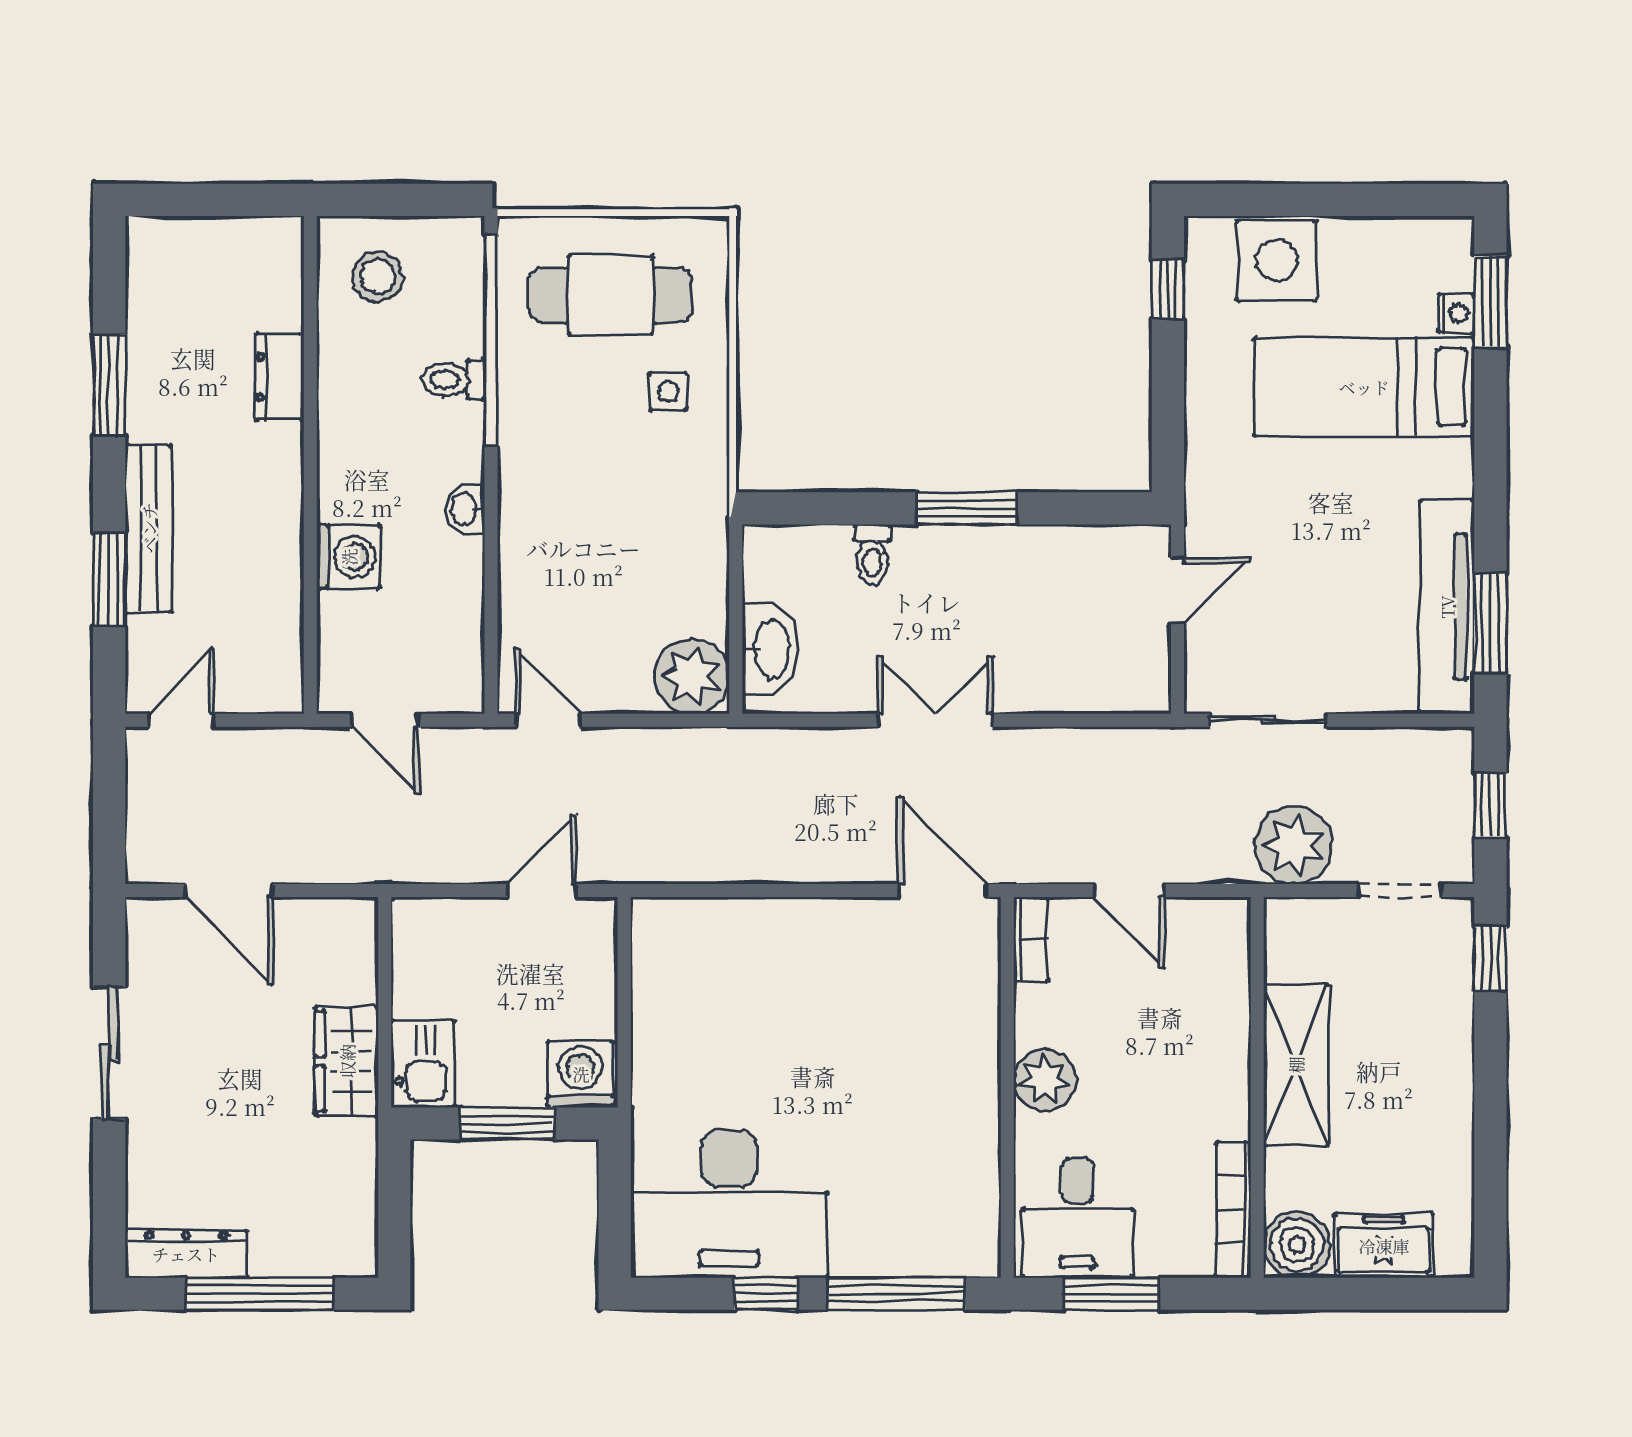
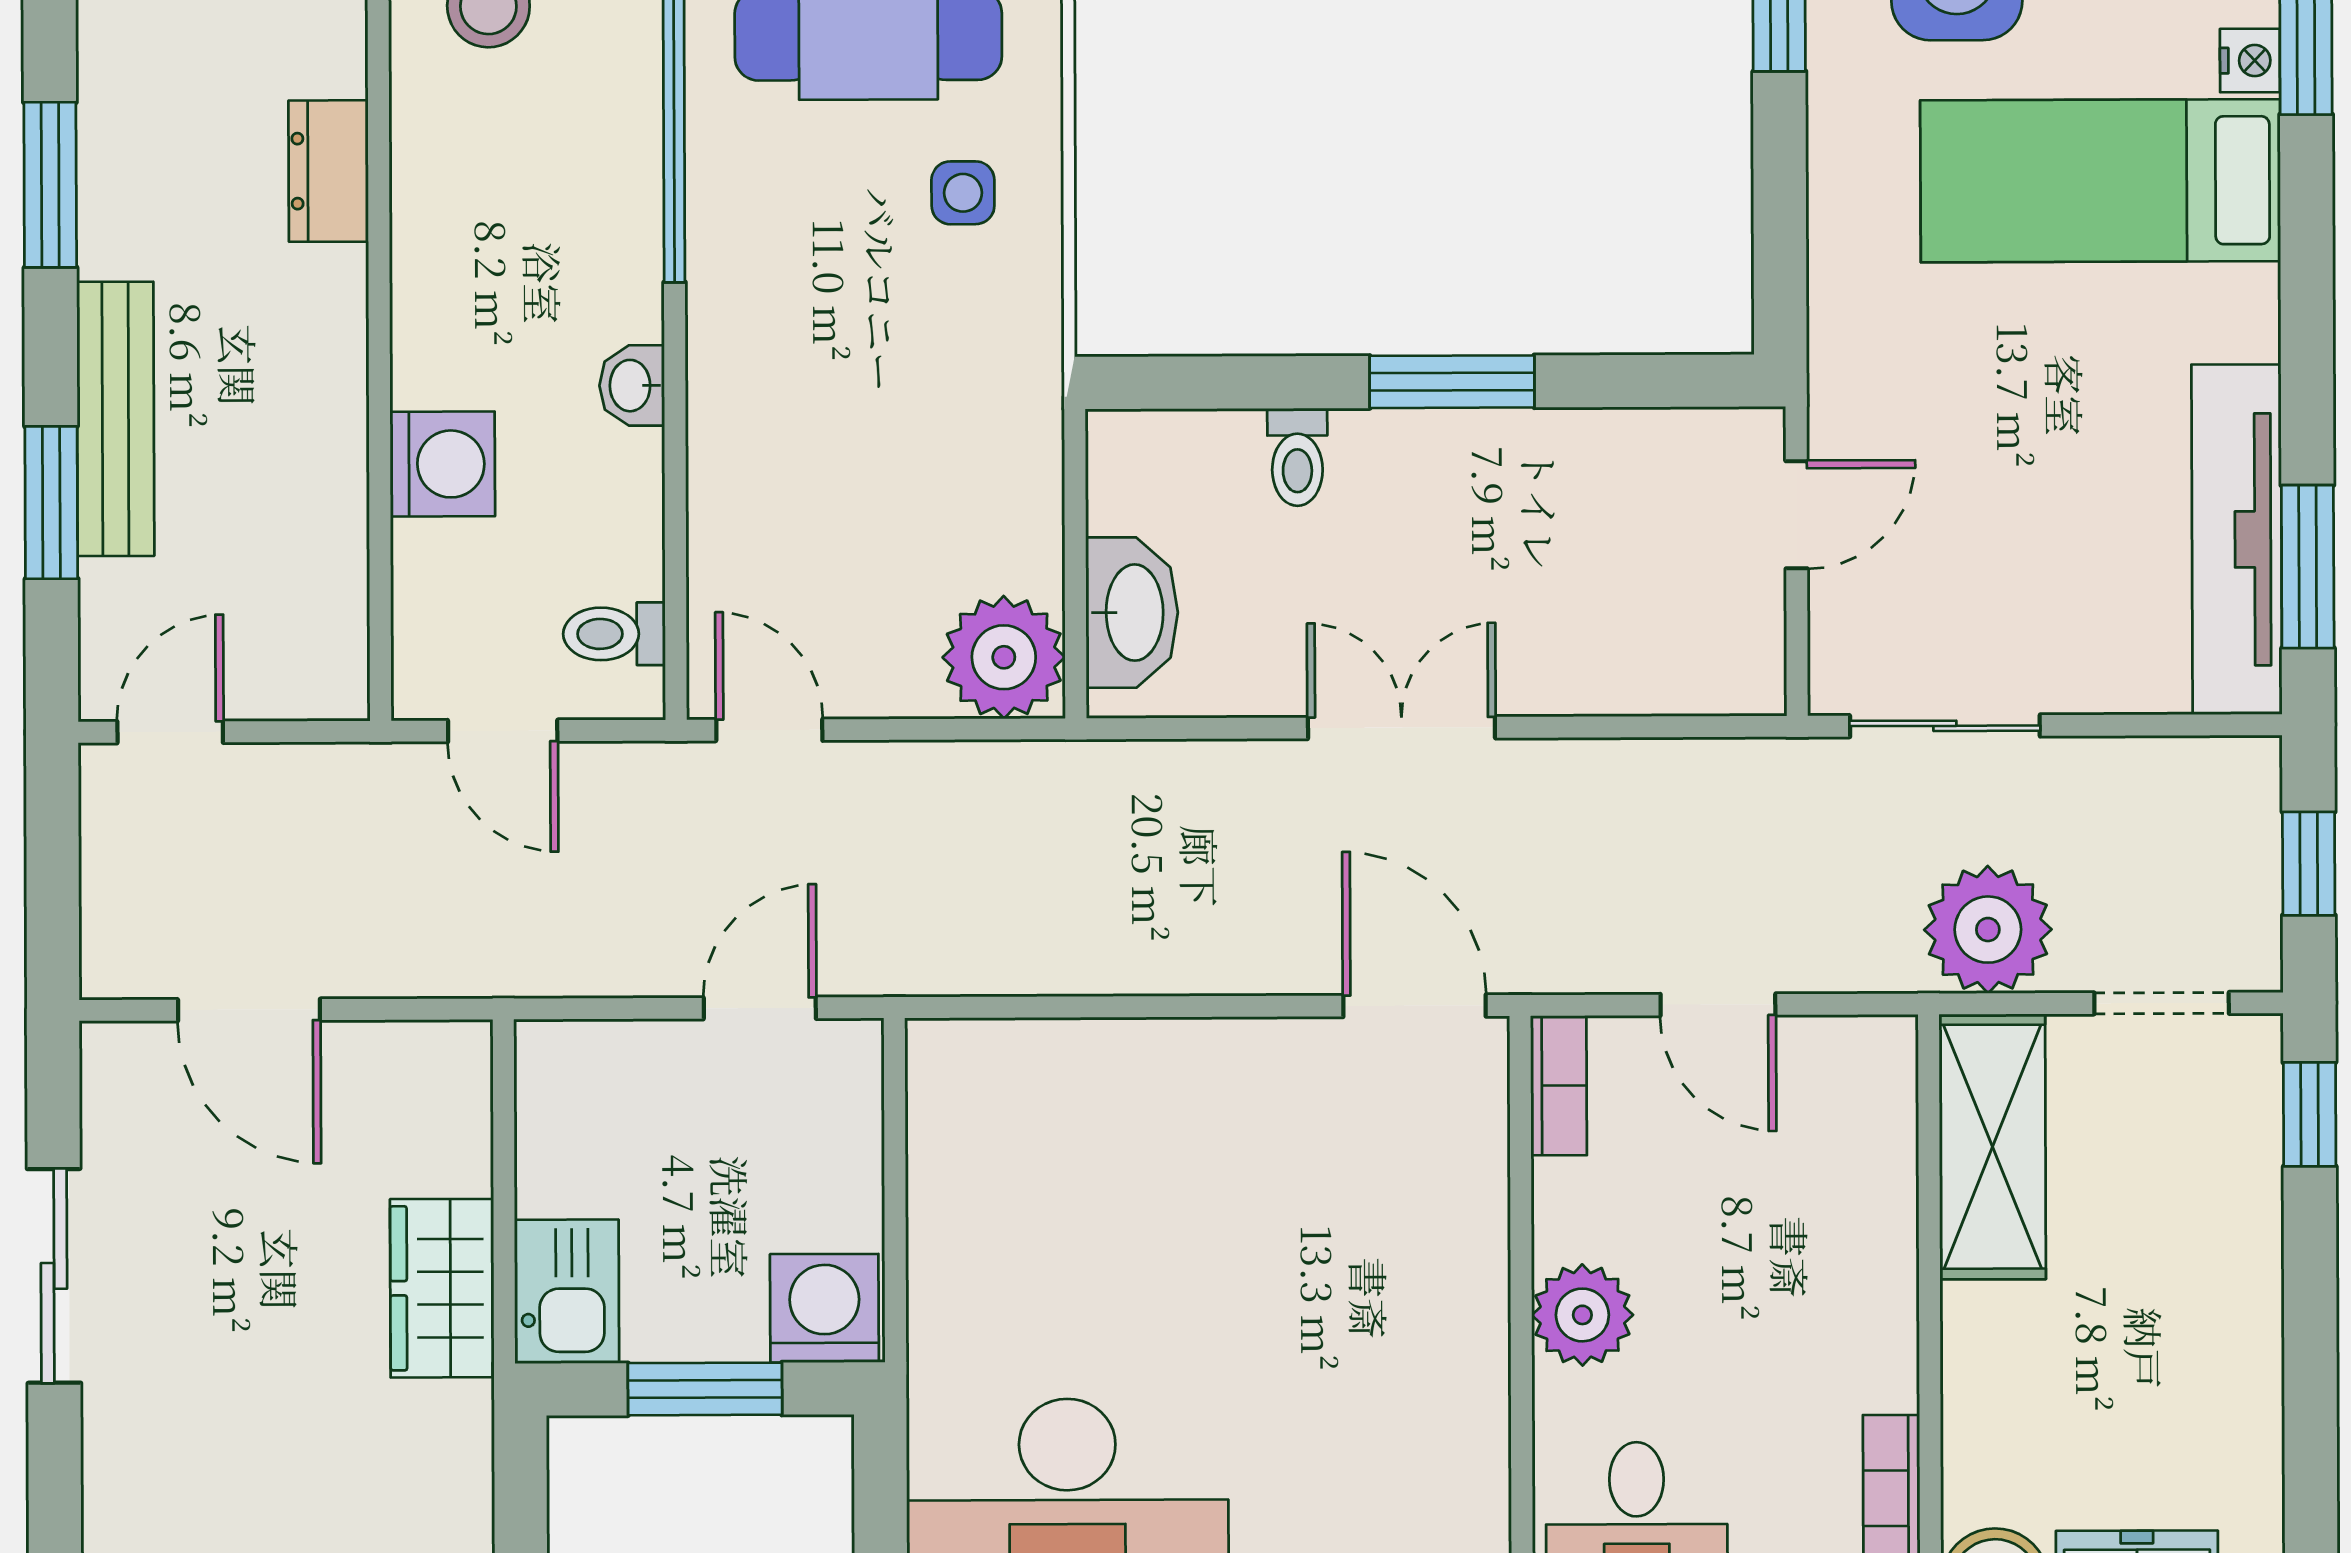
toilet: (453, 379) -> (614, 634), moved
shelving: (1296, 1065) -> (1992, 1147), moved

